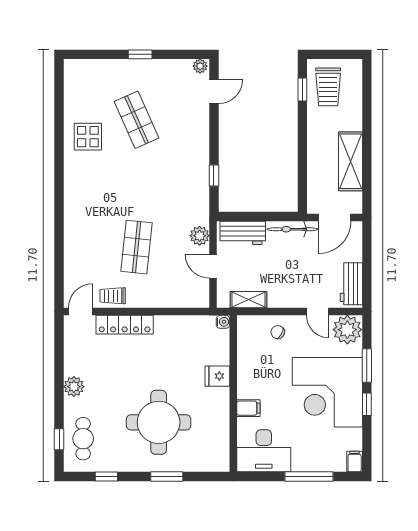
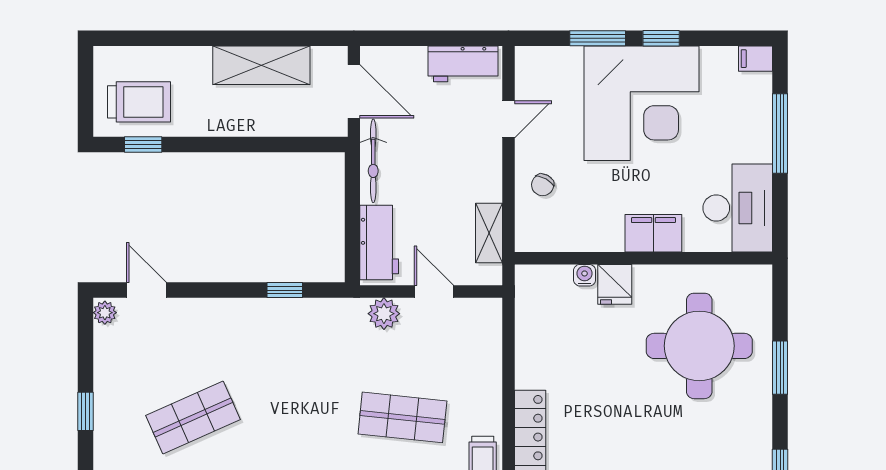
door: (213, 266) -> (434, 292), swing flipped
water cooler: (223, 322) -> (585, 275), moved
plant: (347, 330) -> (538, 71), removed
filing cabinet: (248, 408) -> (653, 233), width x2.00
round table: (159, 422) -> (699, 346), moved

